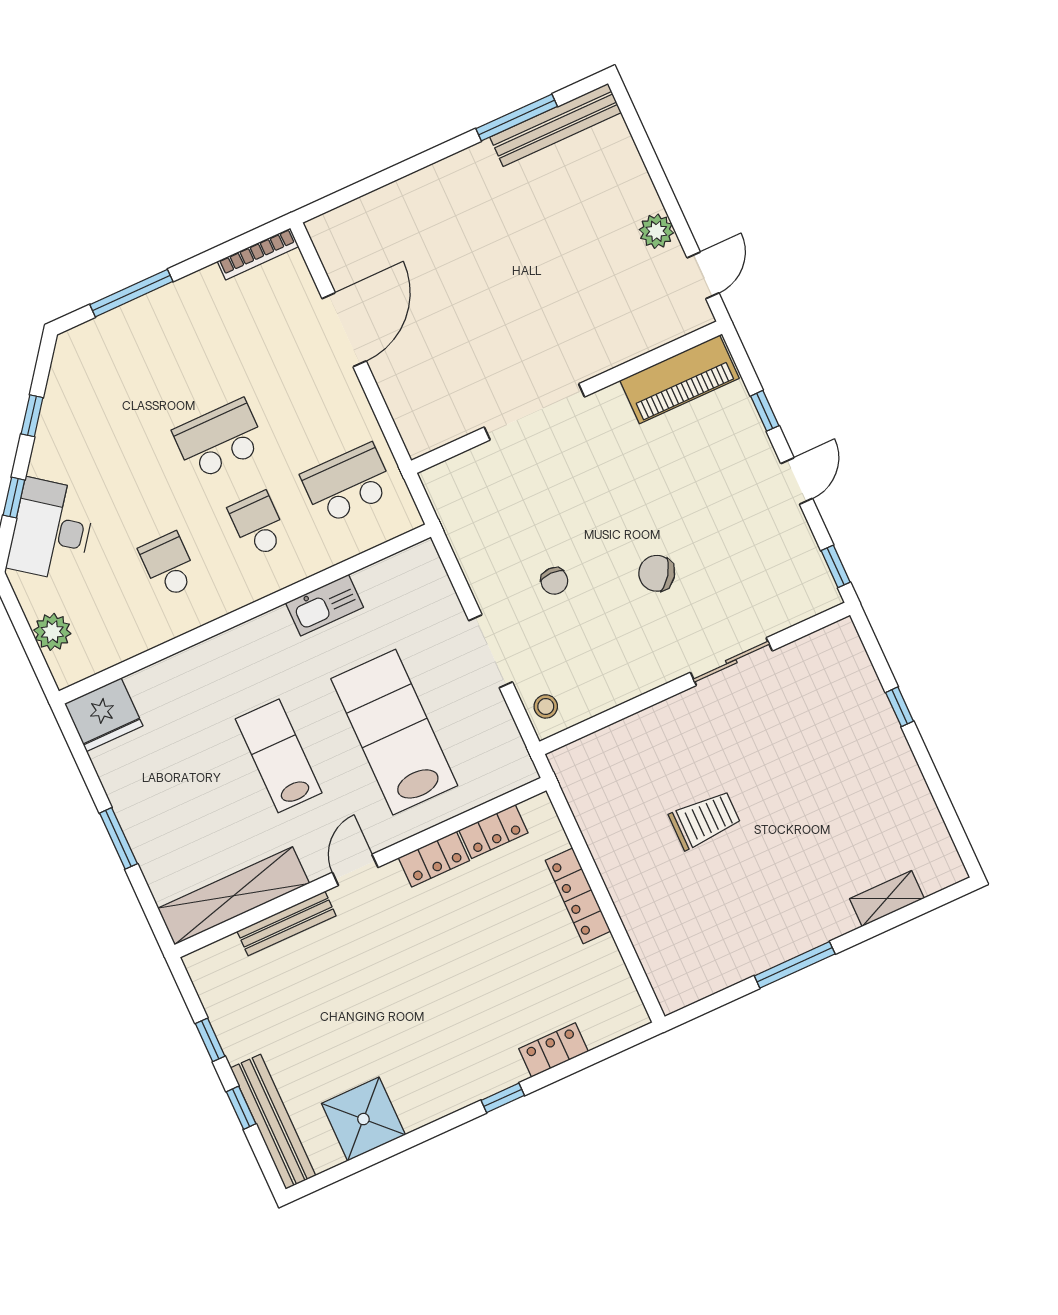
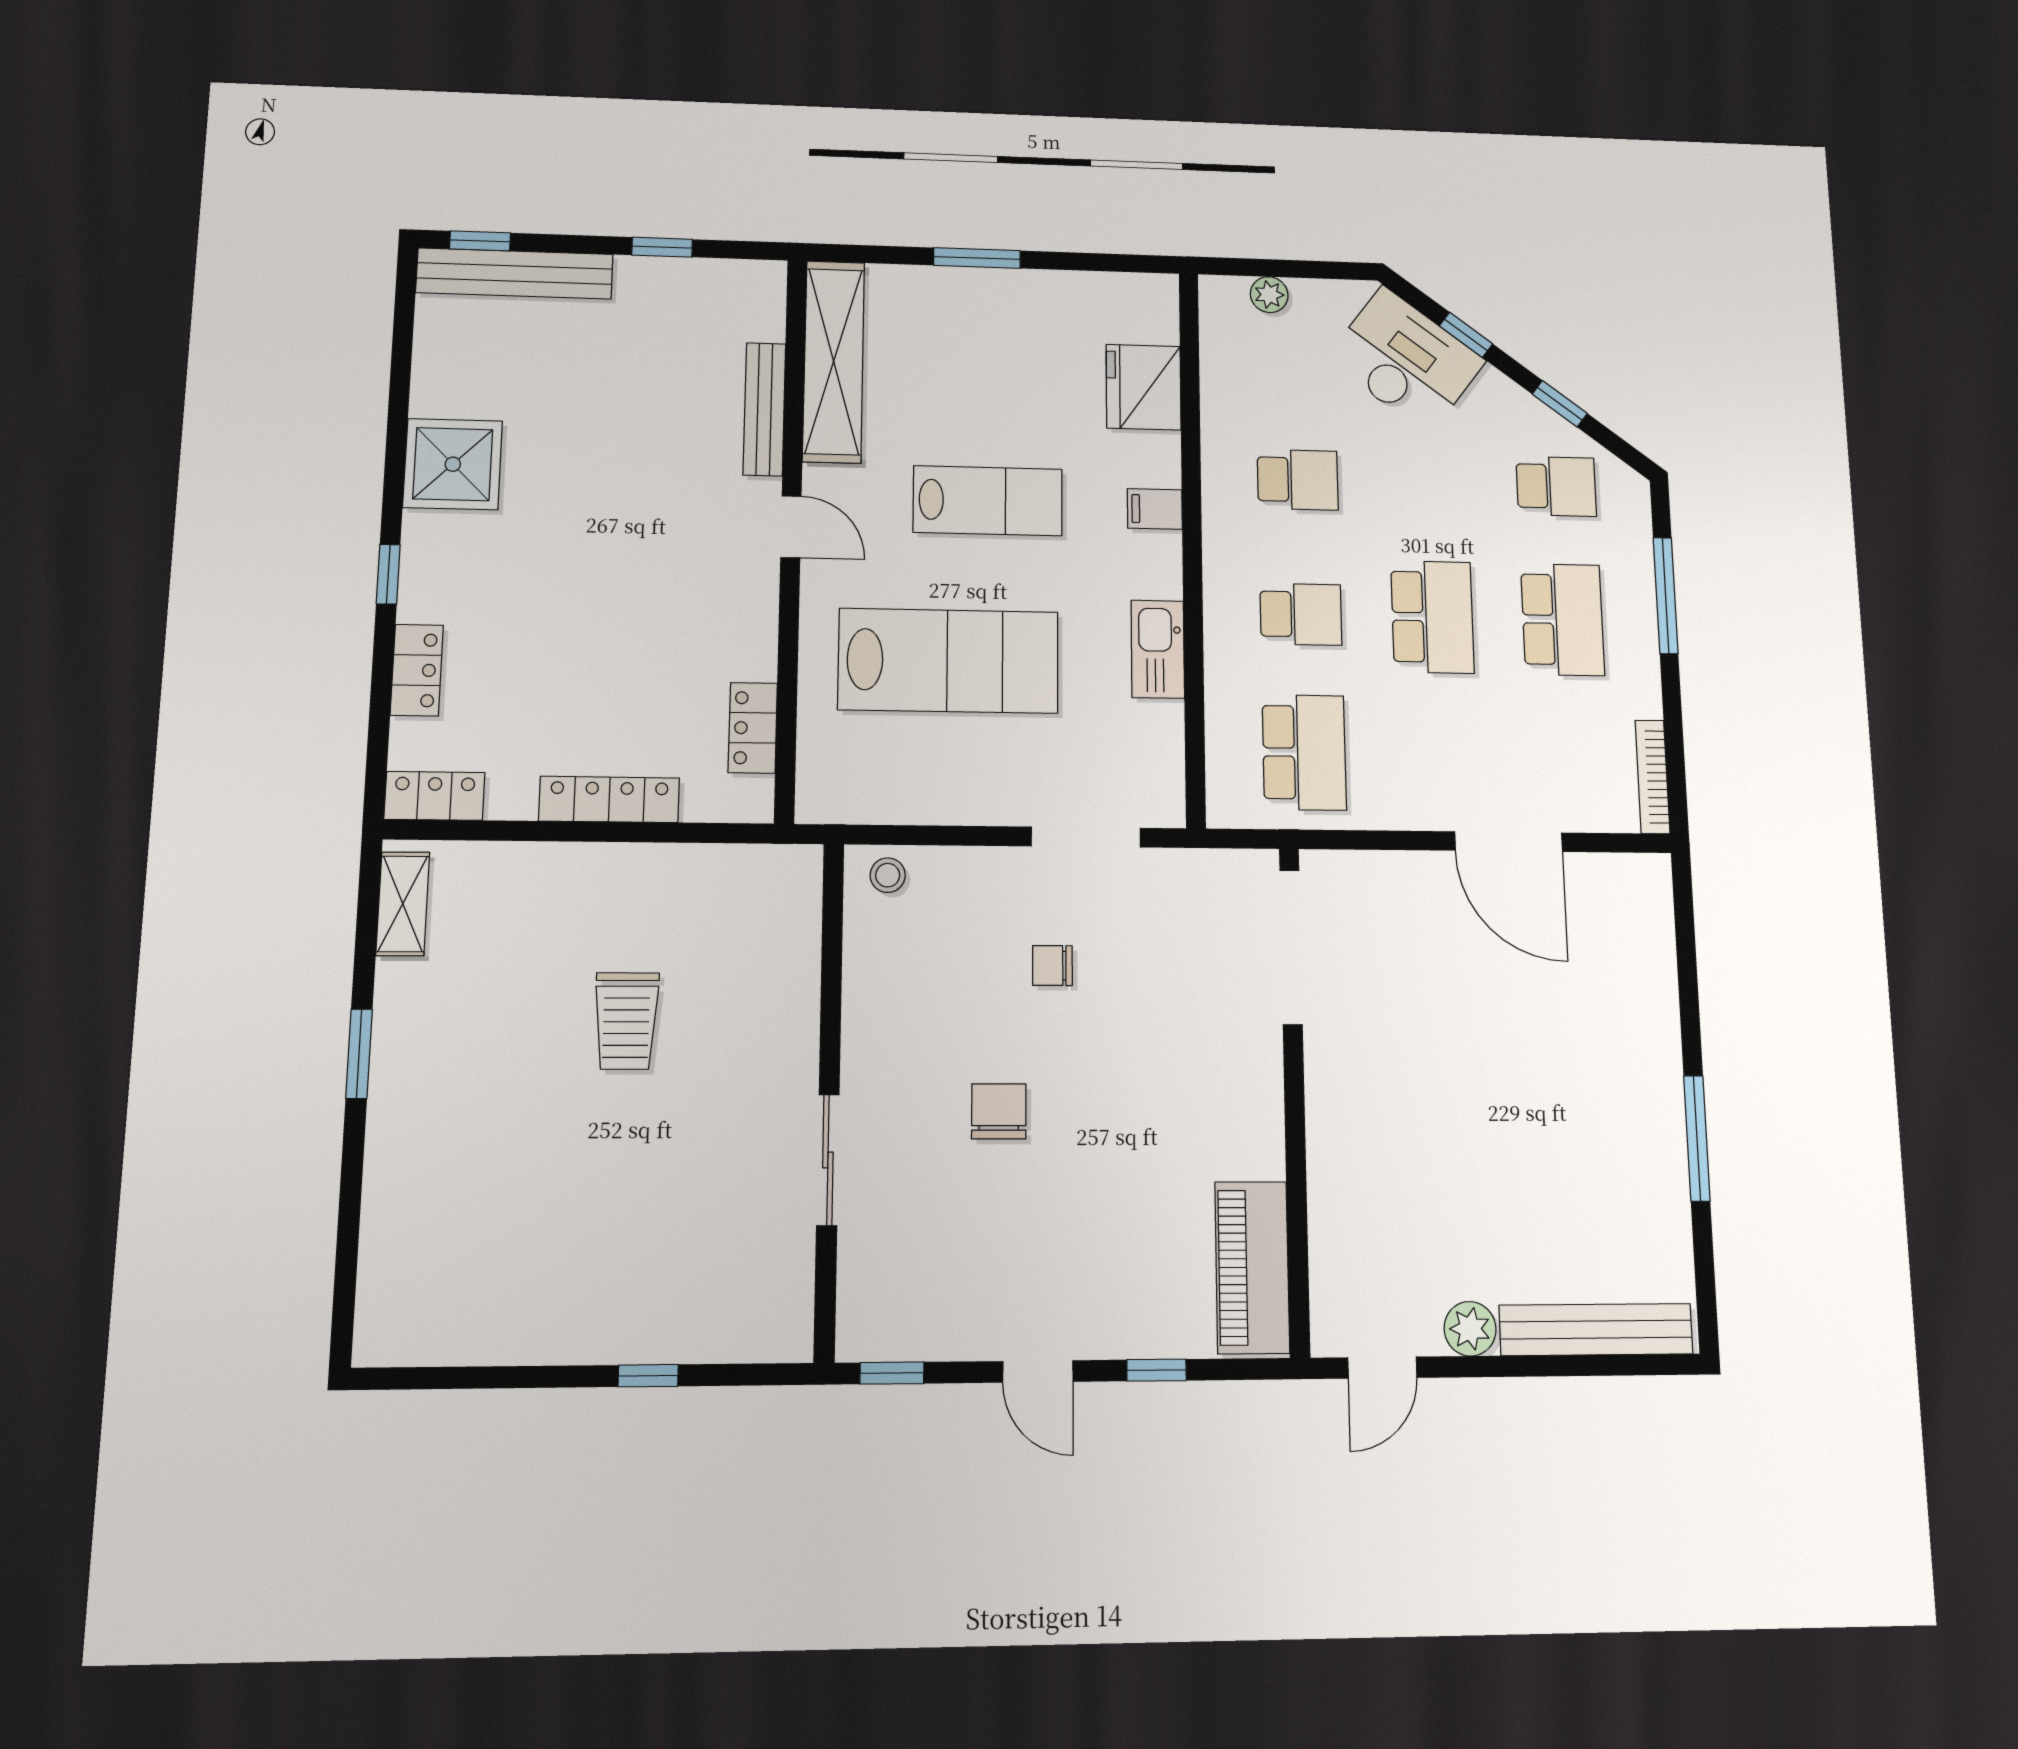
window: (517, 118) -> (1697, 1138), moved
bench: (556, 125) -> (1596, 1329), moved, turned 90
door: (703, 275) -> (1382, 1368), hinge flipped
school desk: (180, 354) -> (1563, 620), added
school desk: (91, 395) -> (1556, 486), added
doorway: (534, 412) -> (1291, 947), moved
chair: (657, 573) -> (999, 1111), turned -35
plant: (52, 632) -> (1269, 295), width x0.73, depth x0.73
filing cabinet: (233, 648) -> (1155, 509), added
doorway: (491, 651) -> (1086, 837), moved
fridge: (104, 715) -> (1144, 387), moved
locker: (434, 859) -> (435, 796), moved, turned 90
shelving: (887, 899) -> (403, 904), moved
window: (795, 965) -> (359, 1054), width x0.69
window: (241, 1108) -> (480, 241), moved
shower: (363, 1119) -> (453, 464), moved

